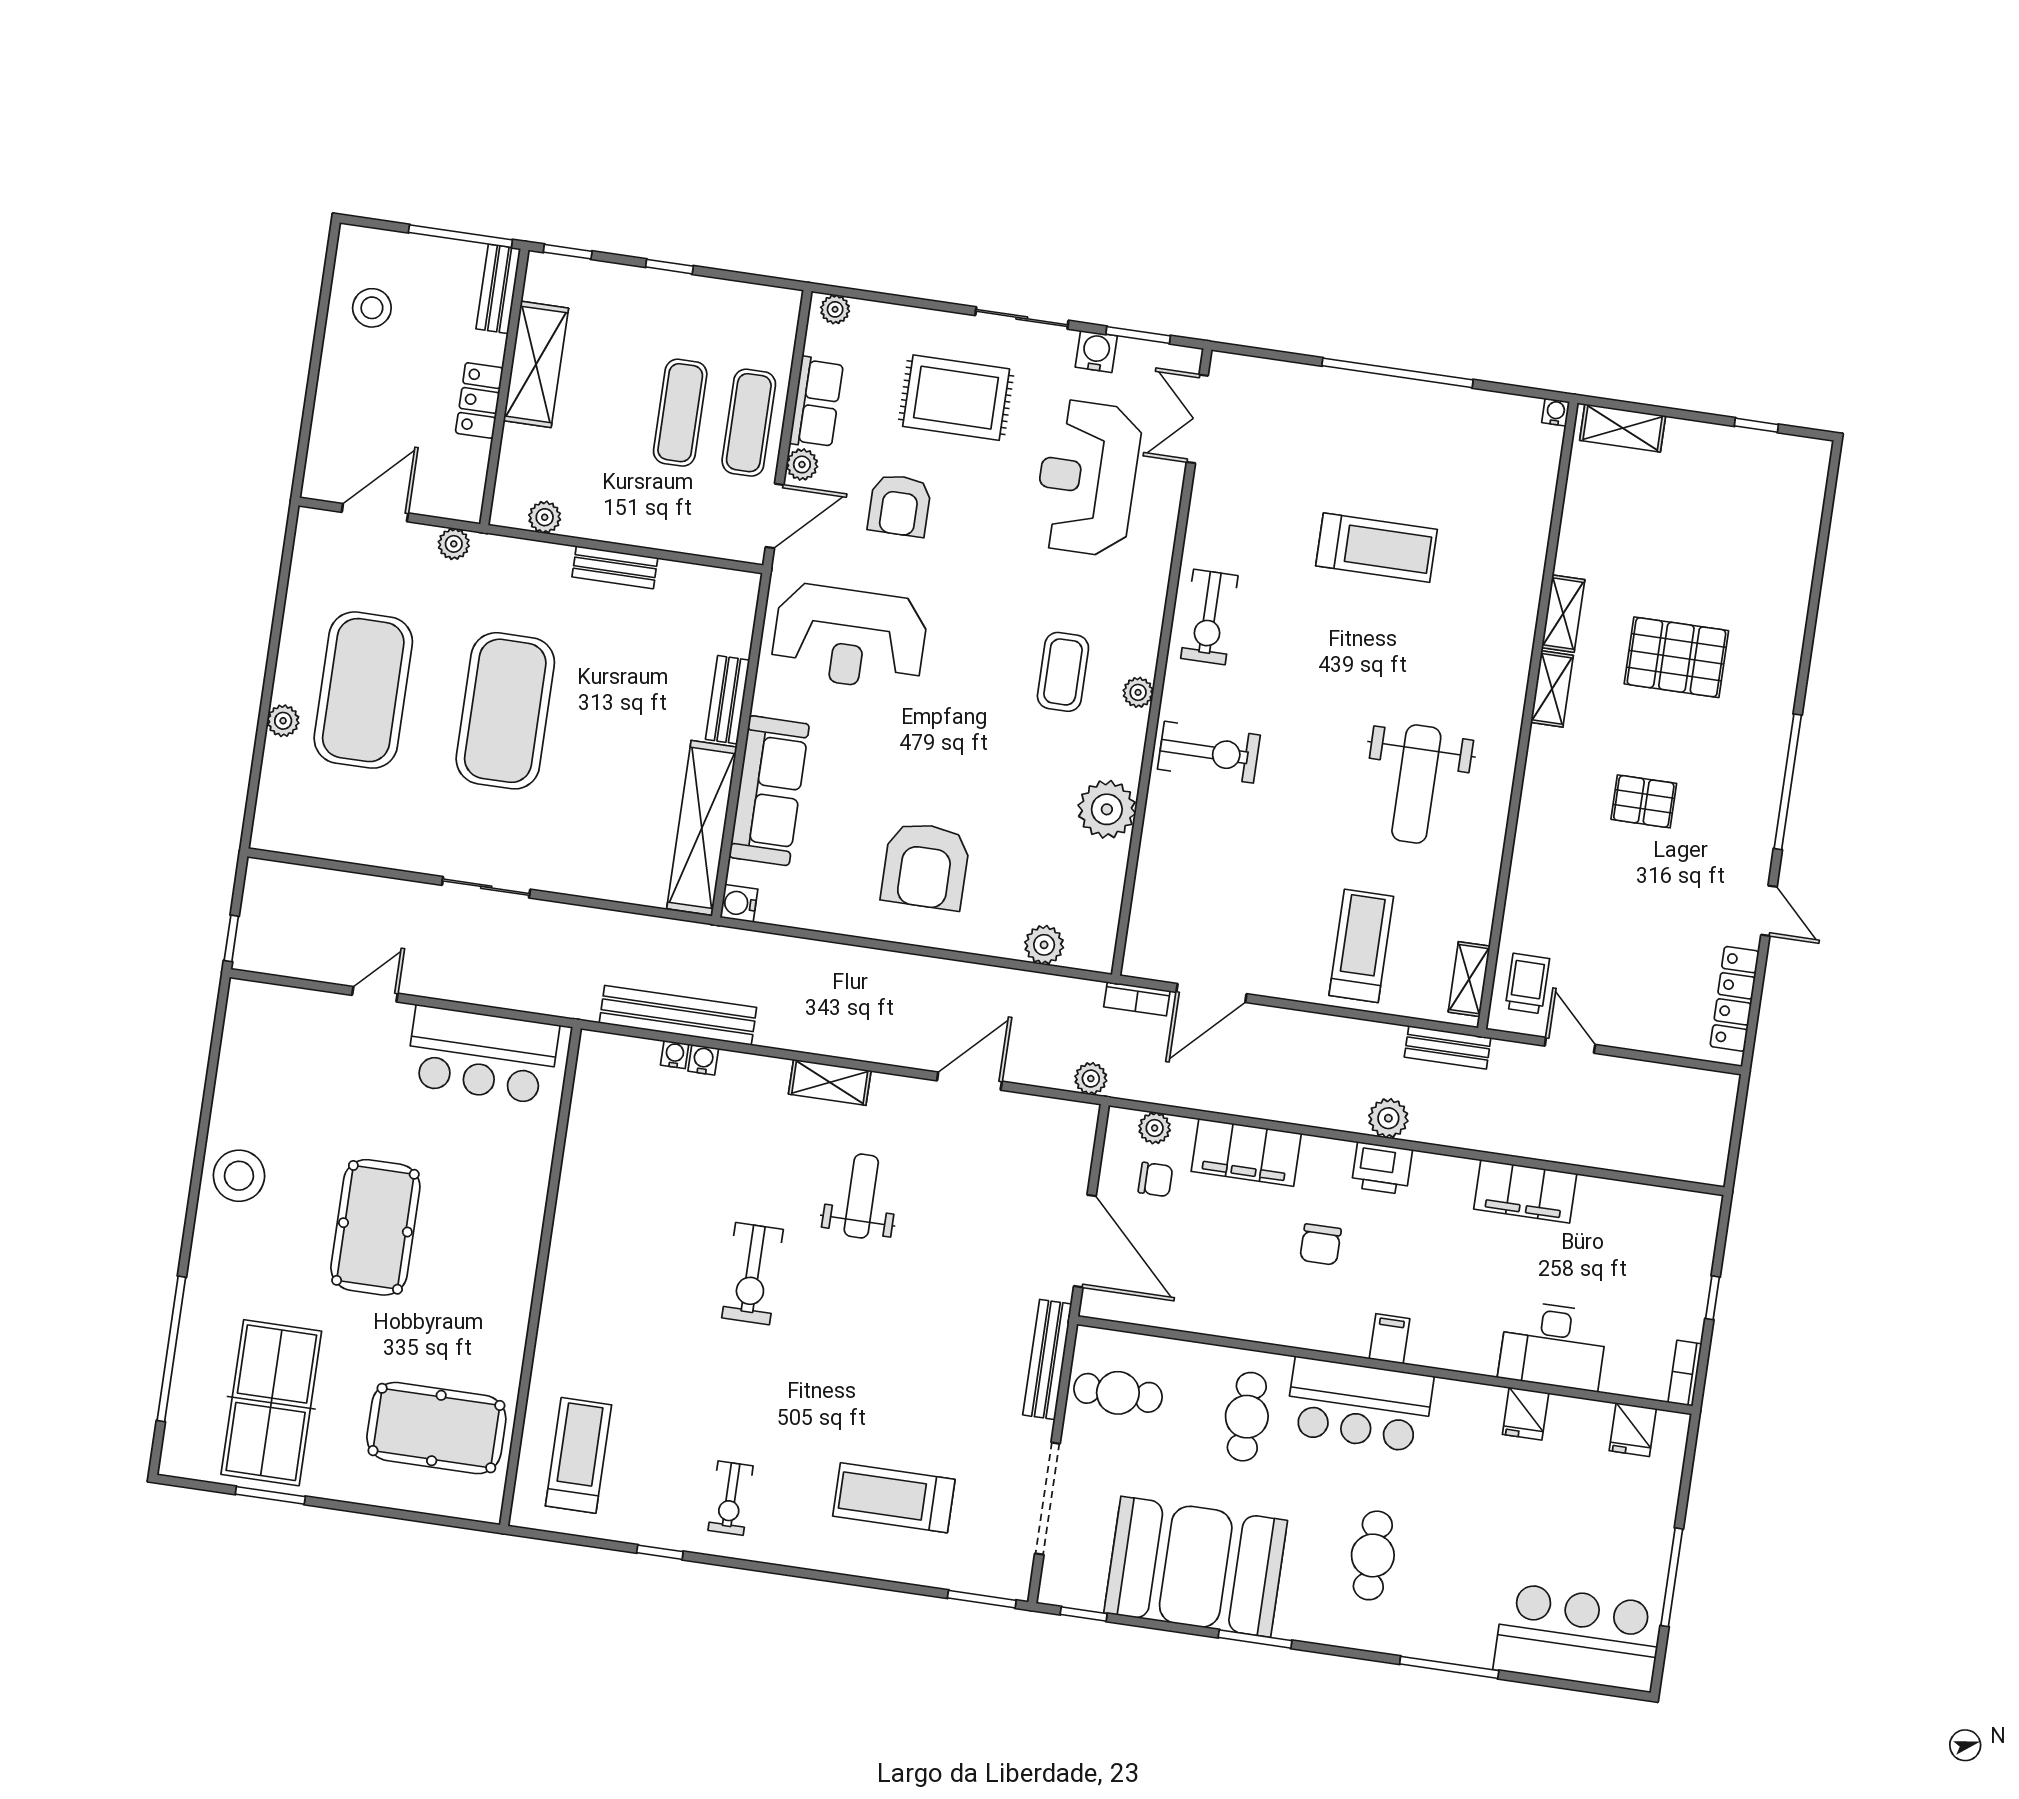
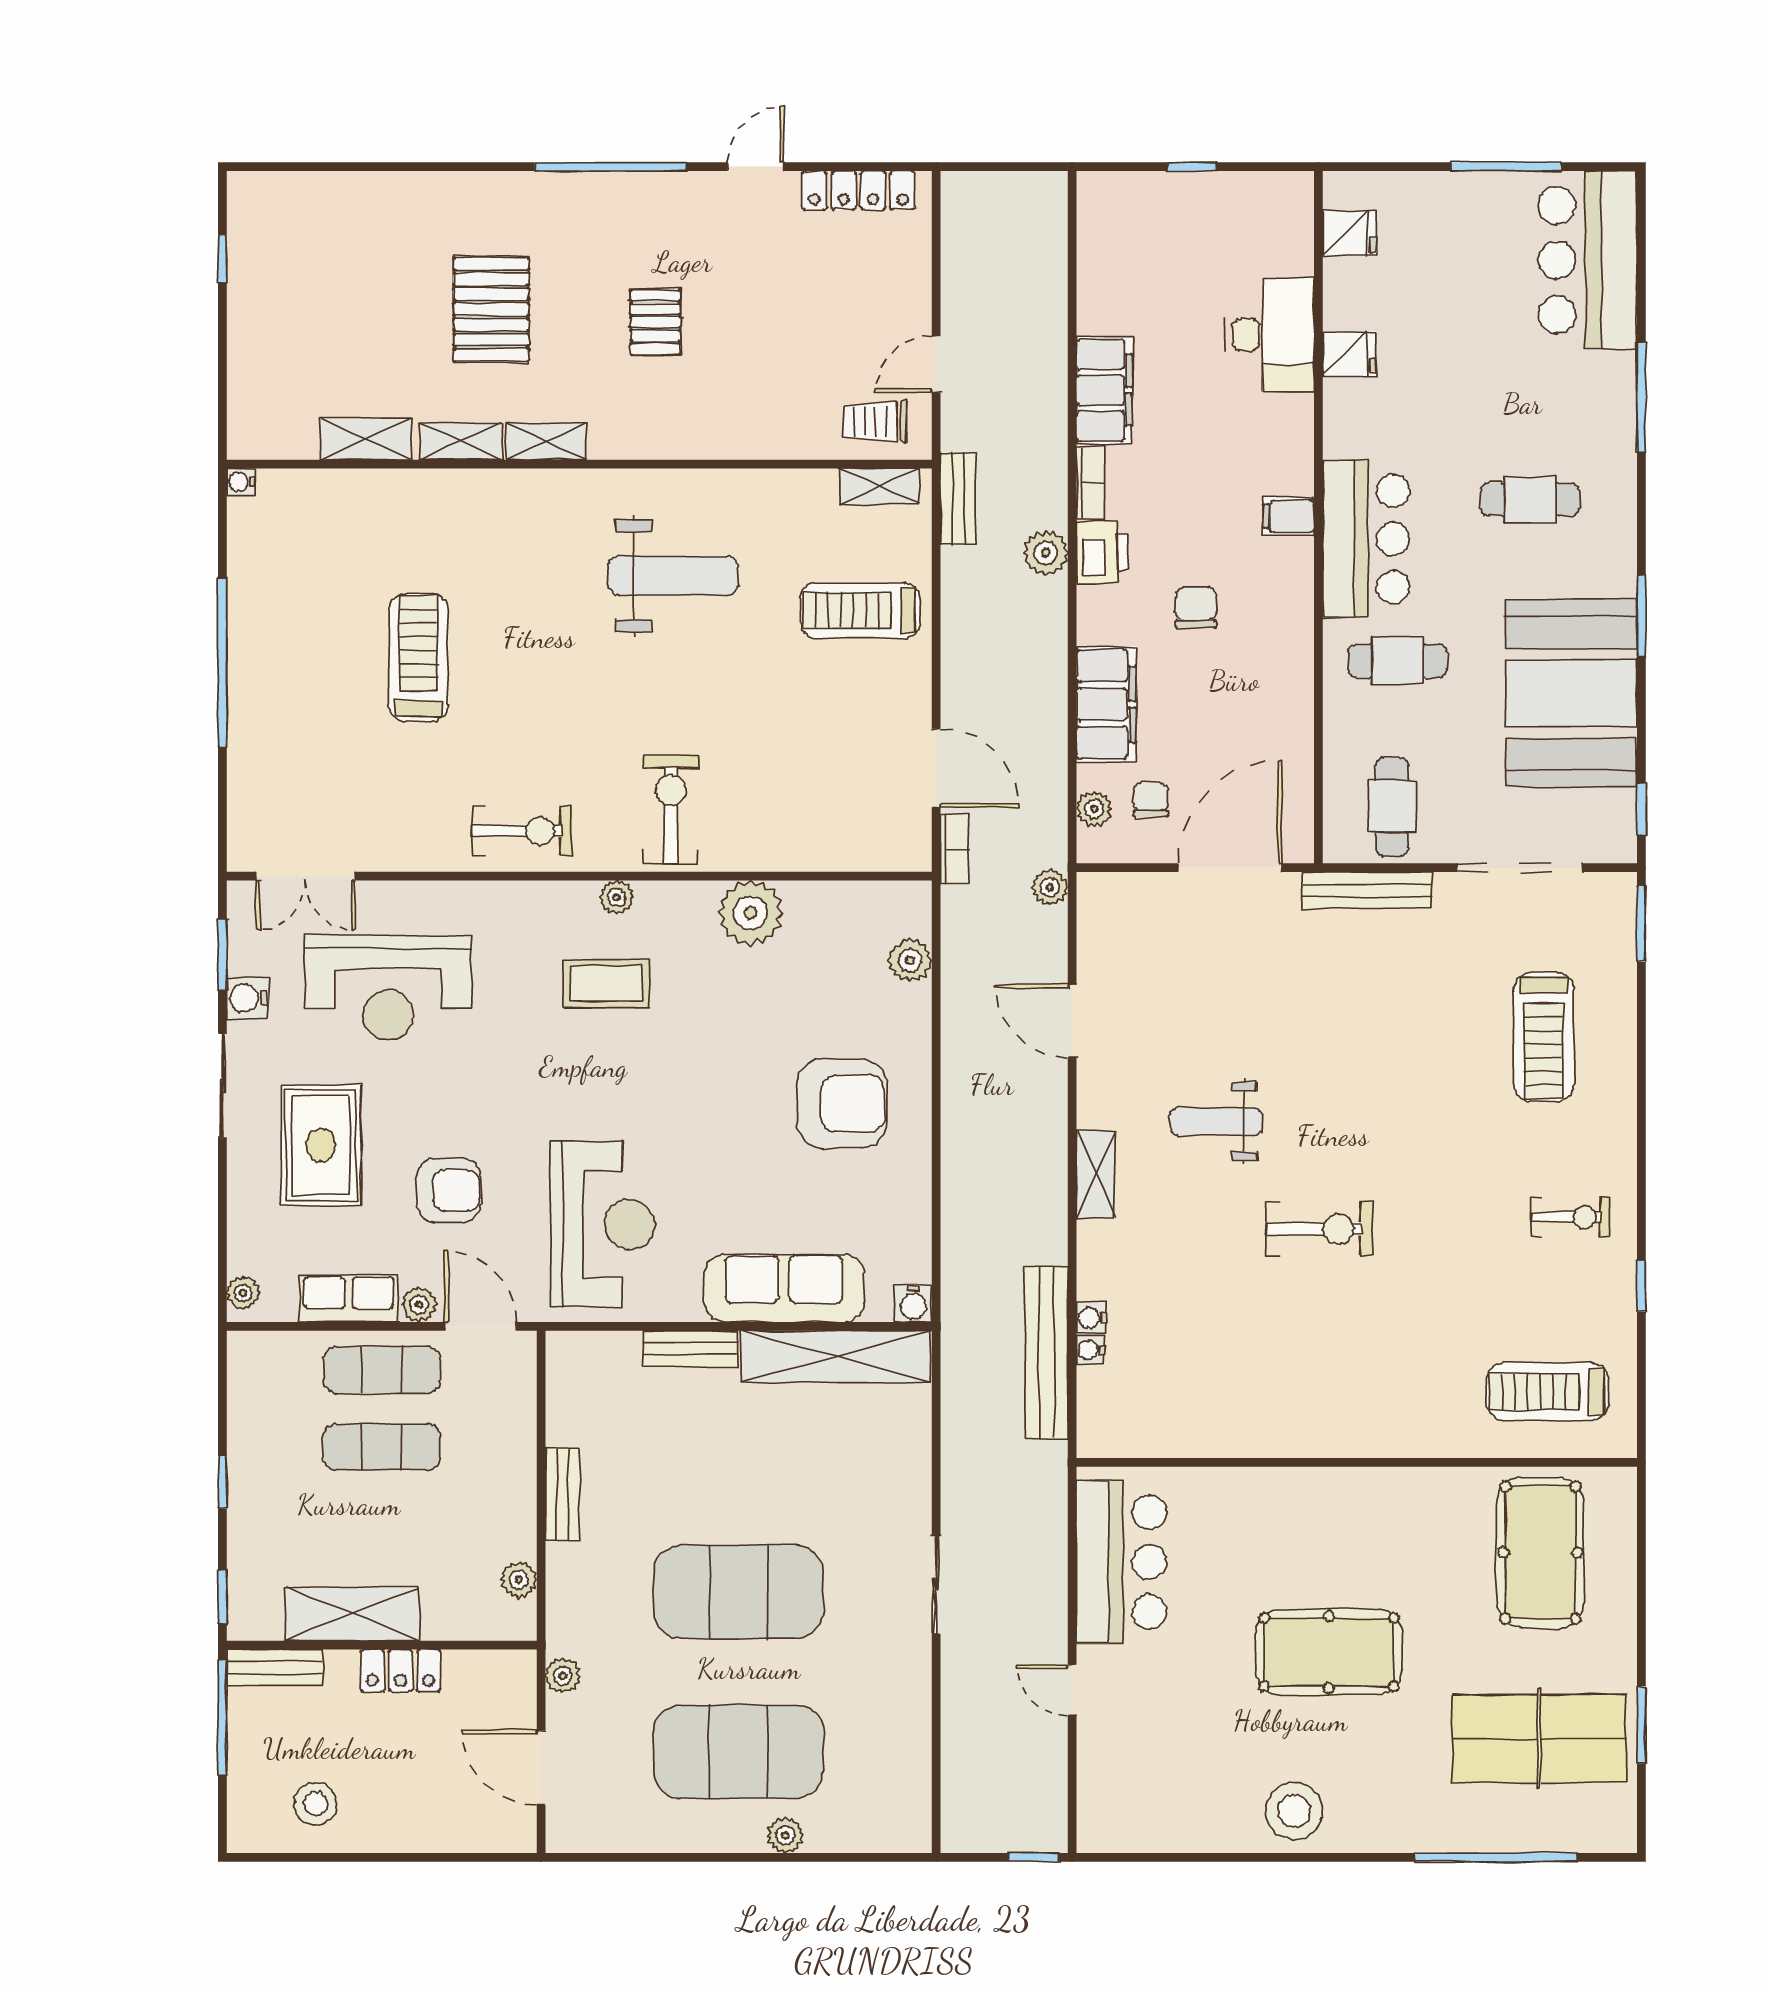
shelving: (1623, 428) -> (366, 439), moved, turned 90
chair: (1321, 1244) -> (1196, 607), turned -90
bookcase: (1685, 1373) -> (1090, 483), moved, turned -90

